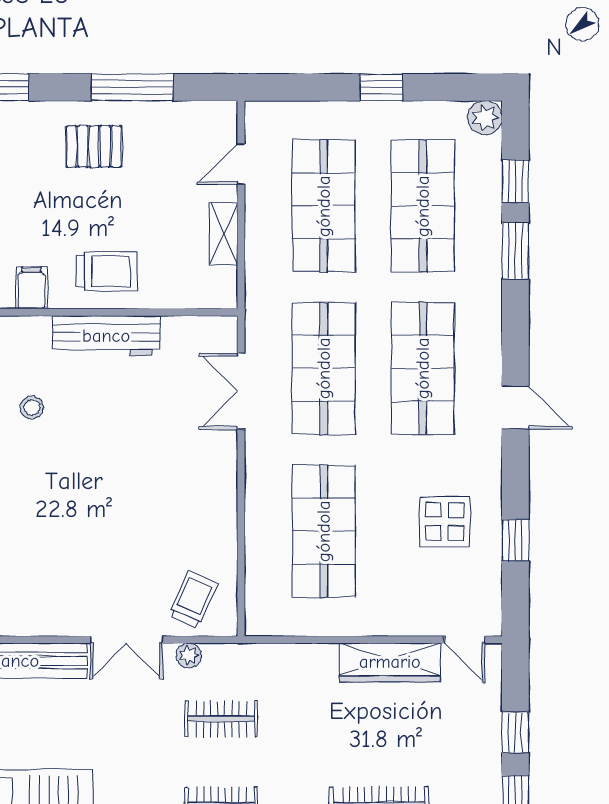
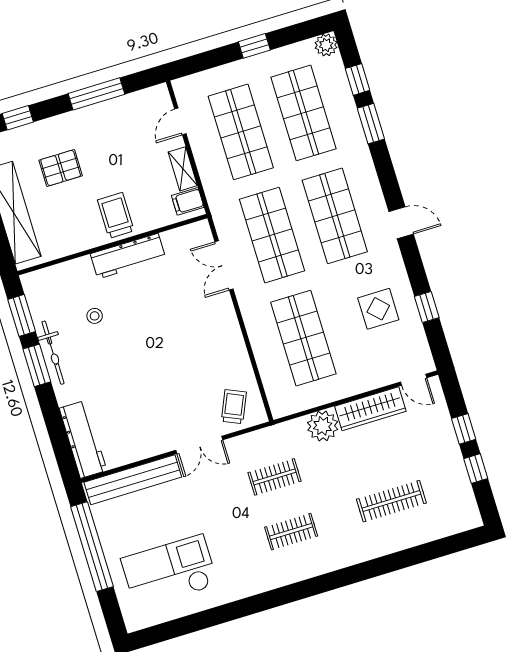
pallet: (94, 146) -> (61, 168), moved
trolley: (107, 271) -> (116, 215), turned -90
filing cabinet: (32, 288) -> (188, 201), moved, turned -90
plant: (189, 655) -> (323, 426), moved, width x1.87, depth x1.87

